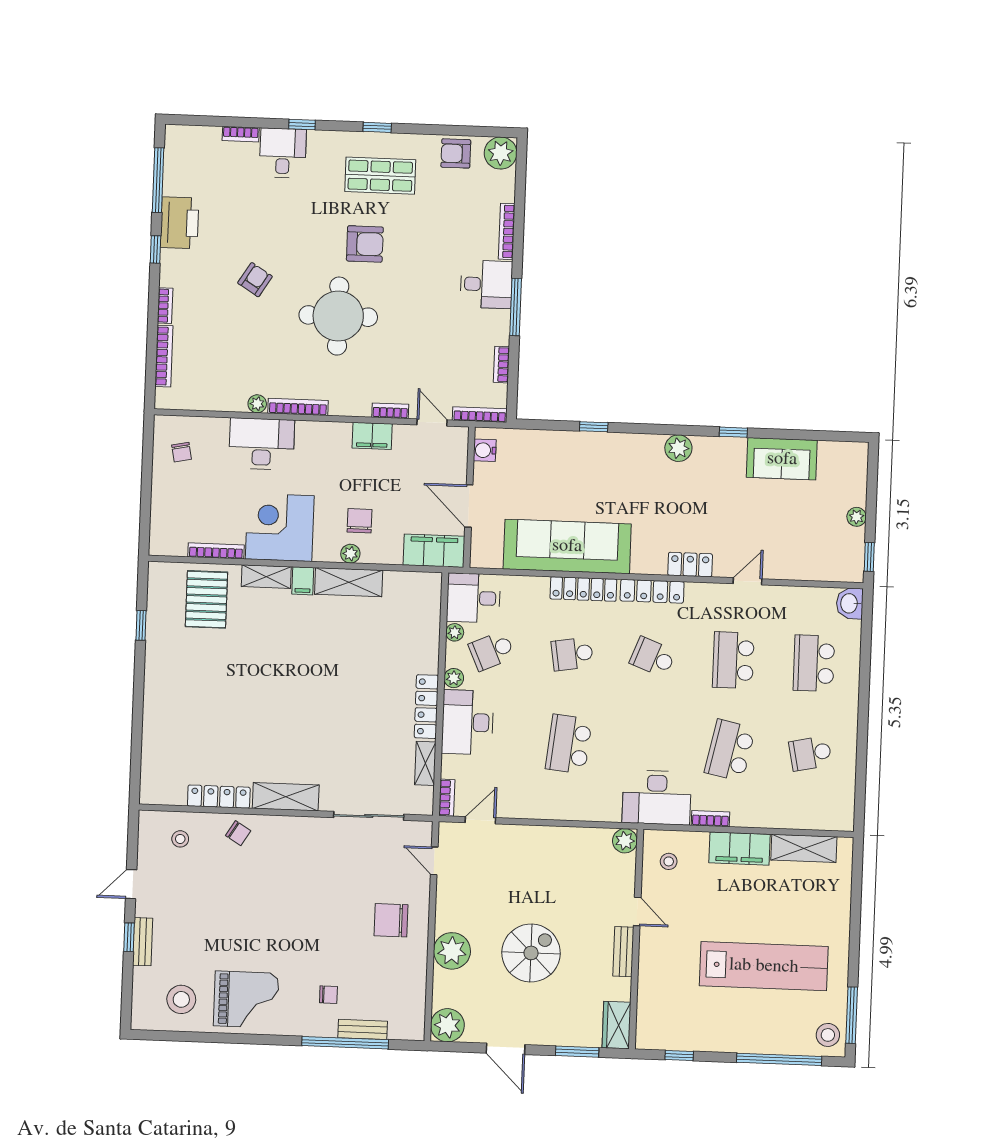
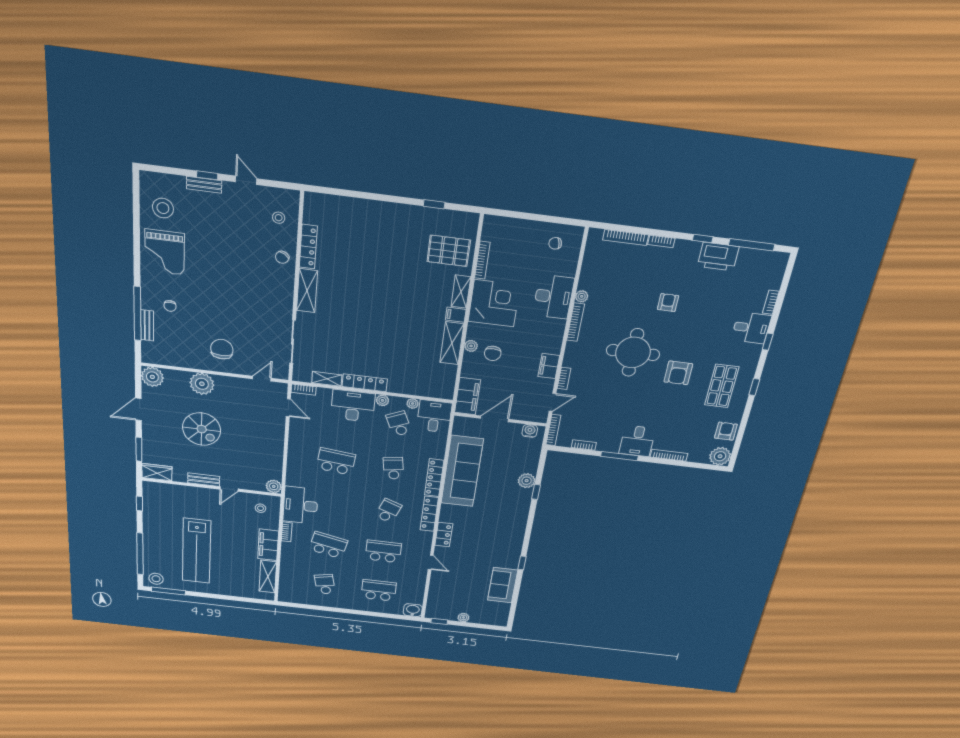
armchair: (255, 280) -> (668, 303), turned -122
plant: (678, 448) -> (527, 481), moved
chair: (359, 521) -> (493, 353), turned 90

